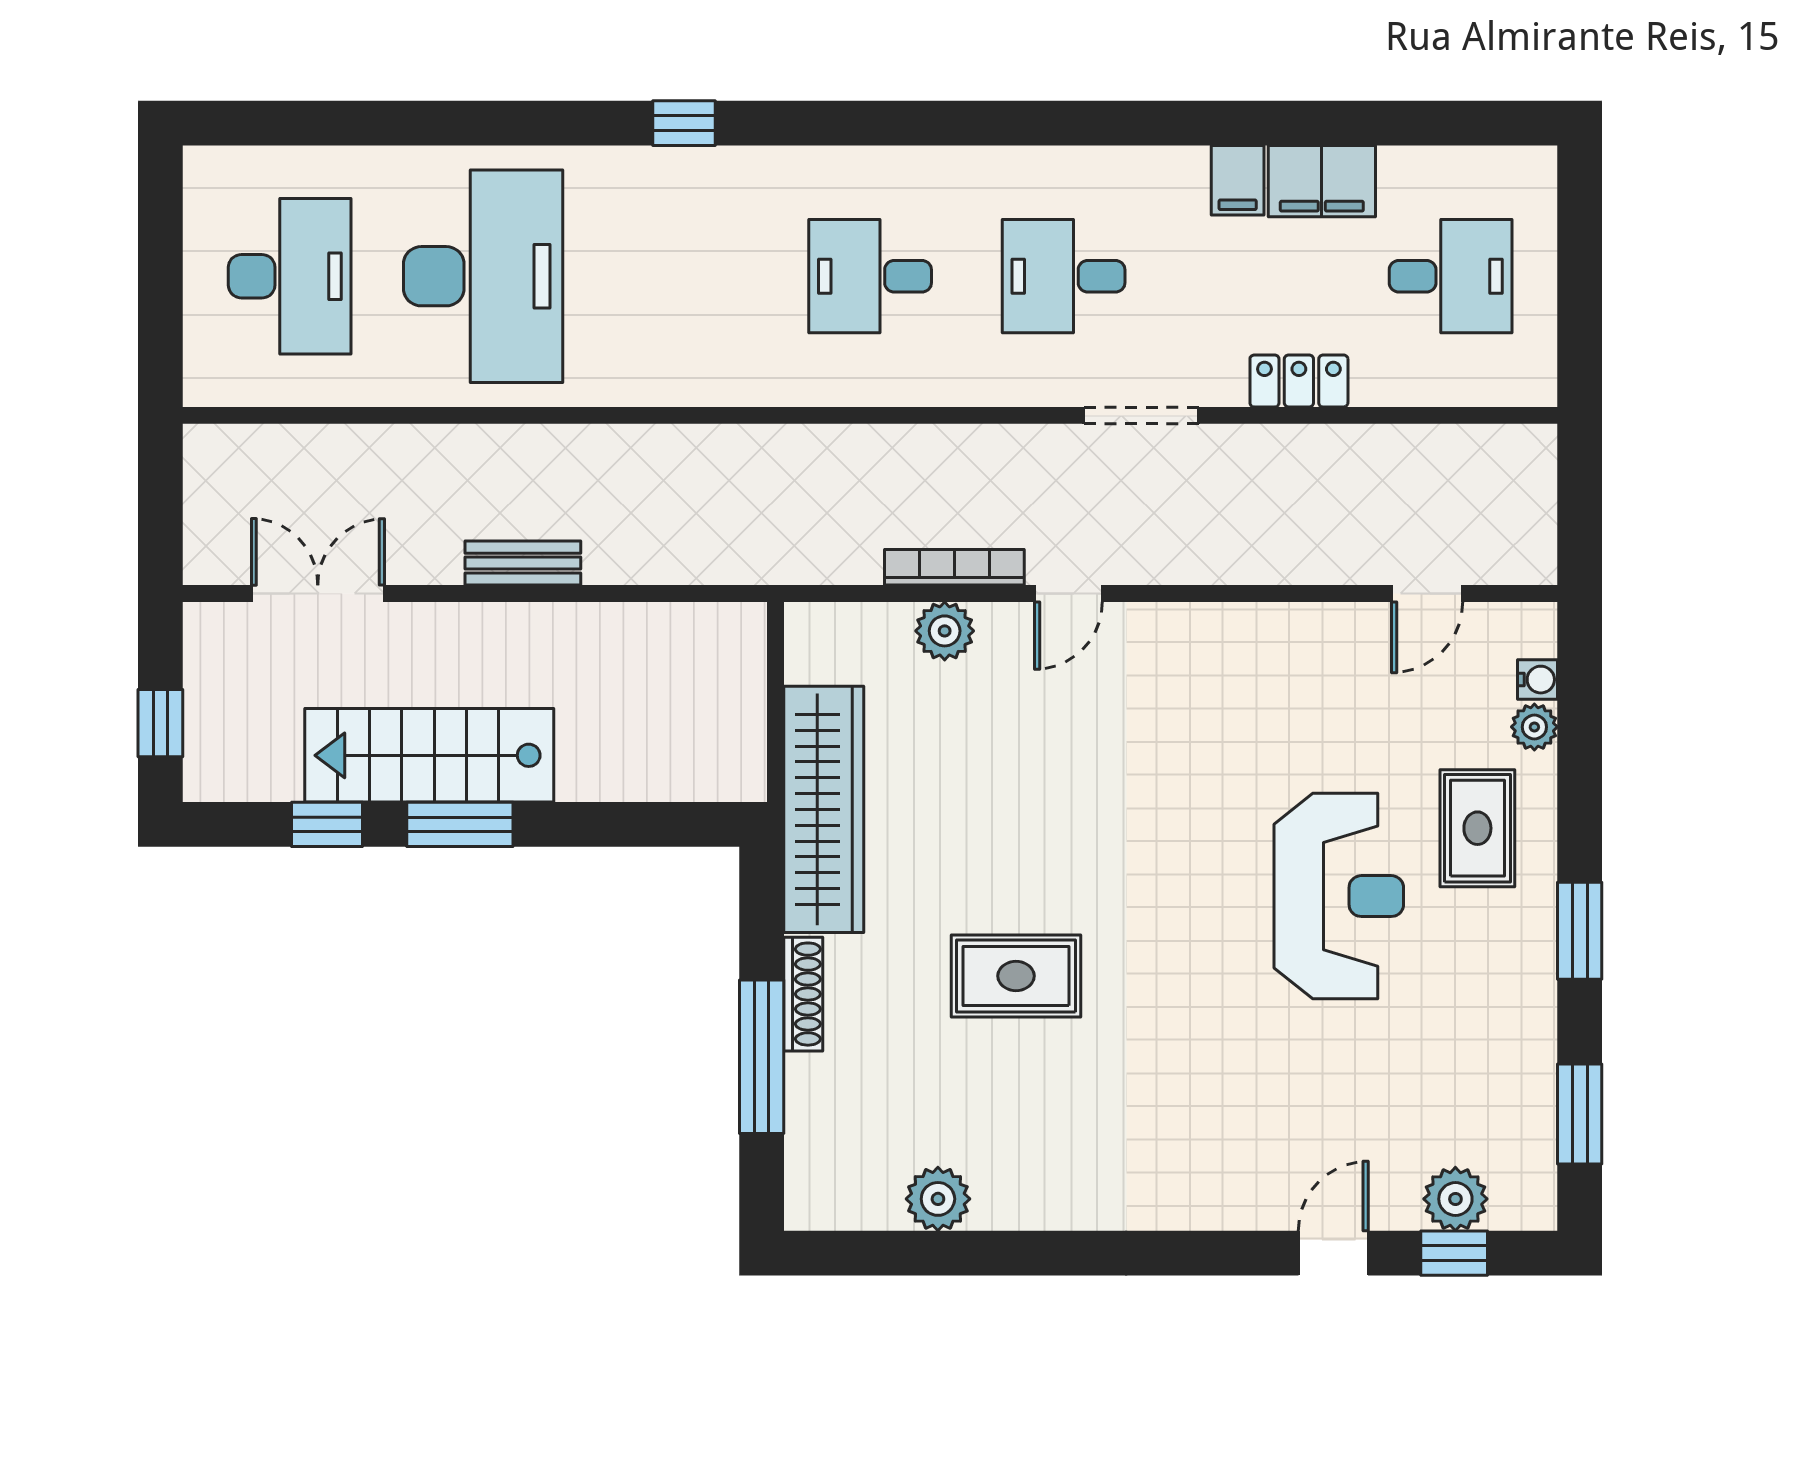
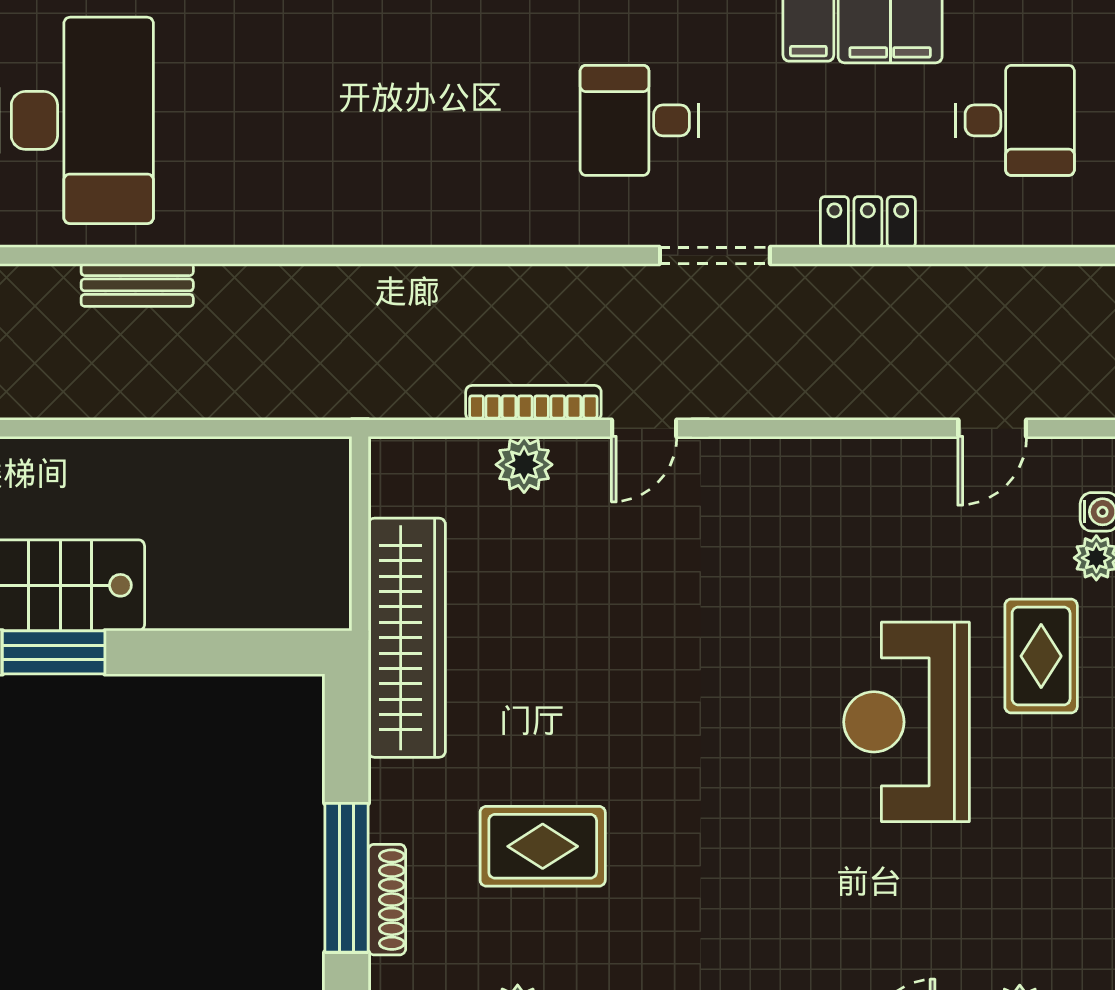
desk: (870, 276) -> (452, 120), removed
bench: (523, 563) -> (137, 285), moved
reception desk: (1339, 896) -> (907, 722), turned 180
rug: (1016, 976) -> (543, 846), moved
shoe rack: (803, 994) -> (387, 900), moved

